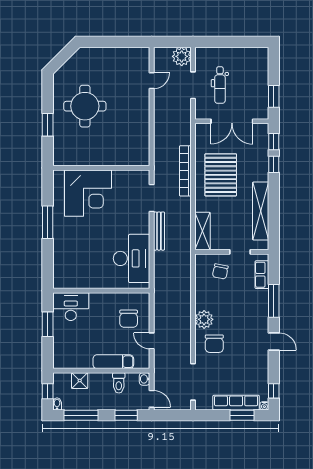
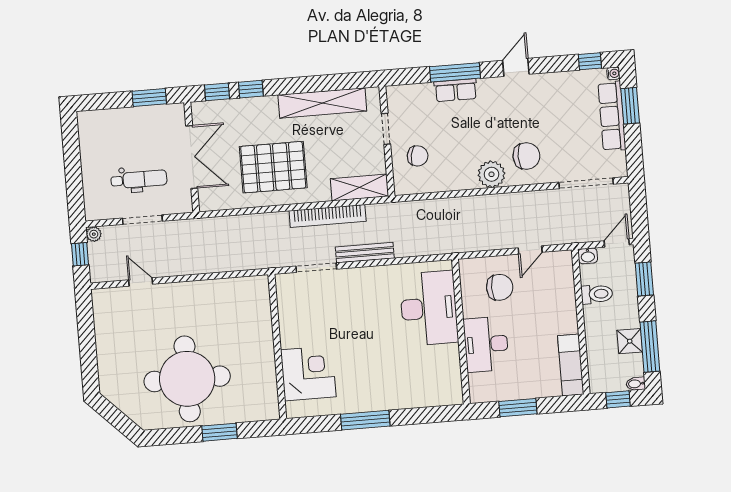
window: (173, 42) -> (80, 254), added
plant: (182, 56) -> (94, 234), width x0.53, depth x0.53
round table: (85, 106) -> (187, 379), width x1.36, depth x1.36
bookcase: (185, 171) -> (328, 216), moved
corner desk: (88, 193) -> (308, 373), width x0.74, depth x0.74
desk: (132, 258) -> (429, 308), moved, turned 90
row of seats: (262, 275) -> (456, 90), moved
desk: (71, 307) -> (486, 344), moved
exam couch: (113, 362) -> (571, 365), moved
shower: (80, 381) -> (630, 341), moved

